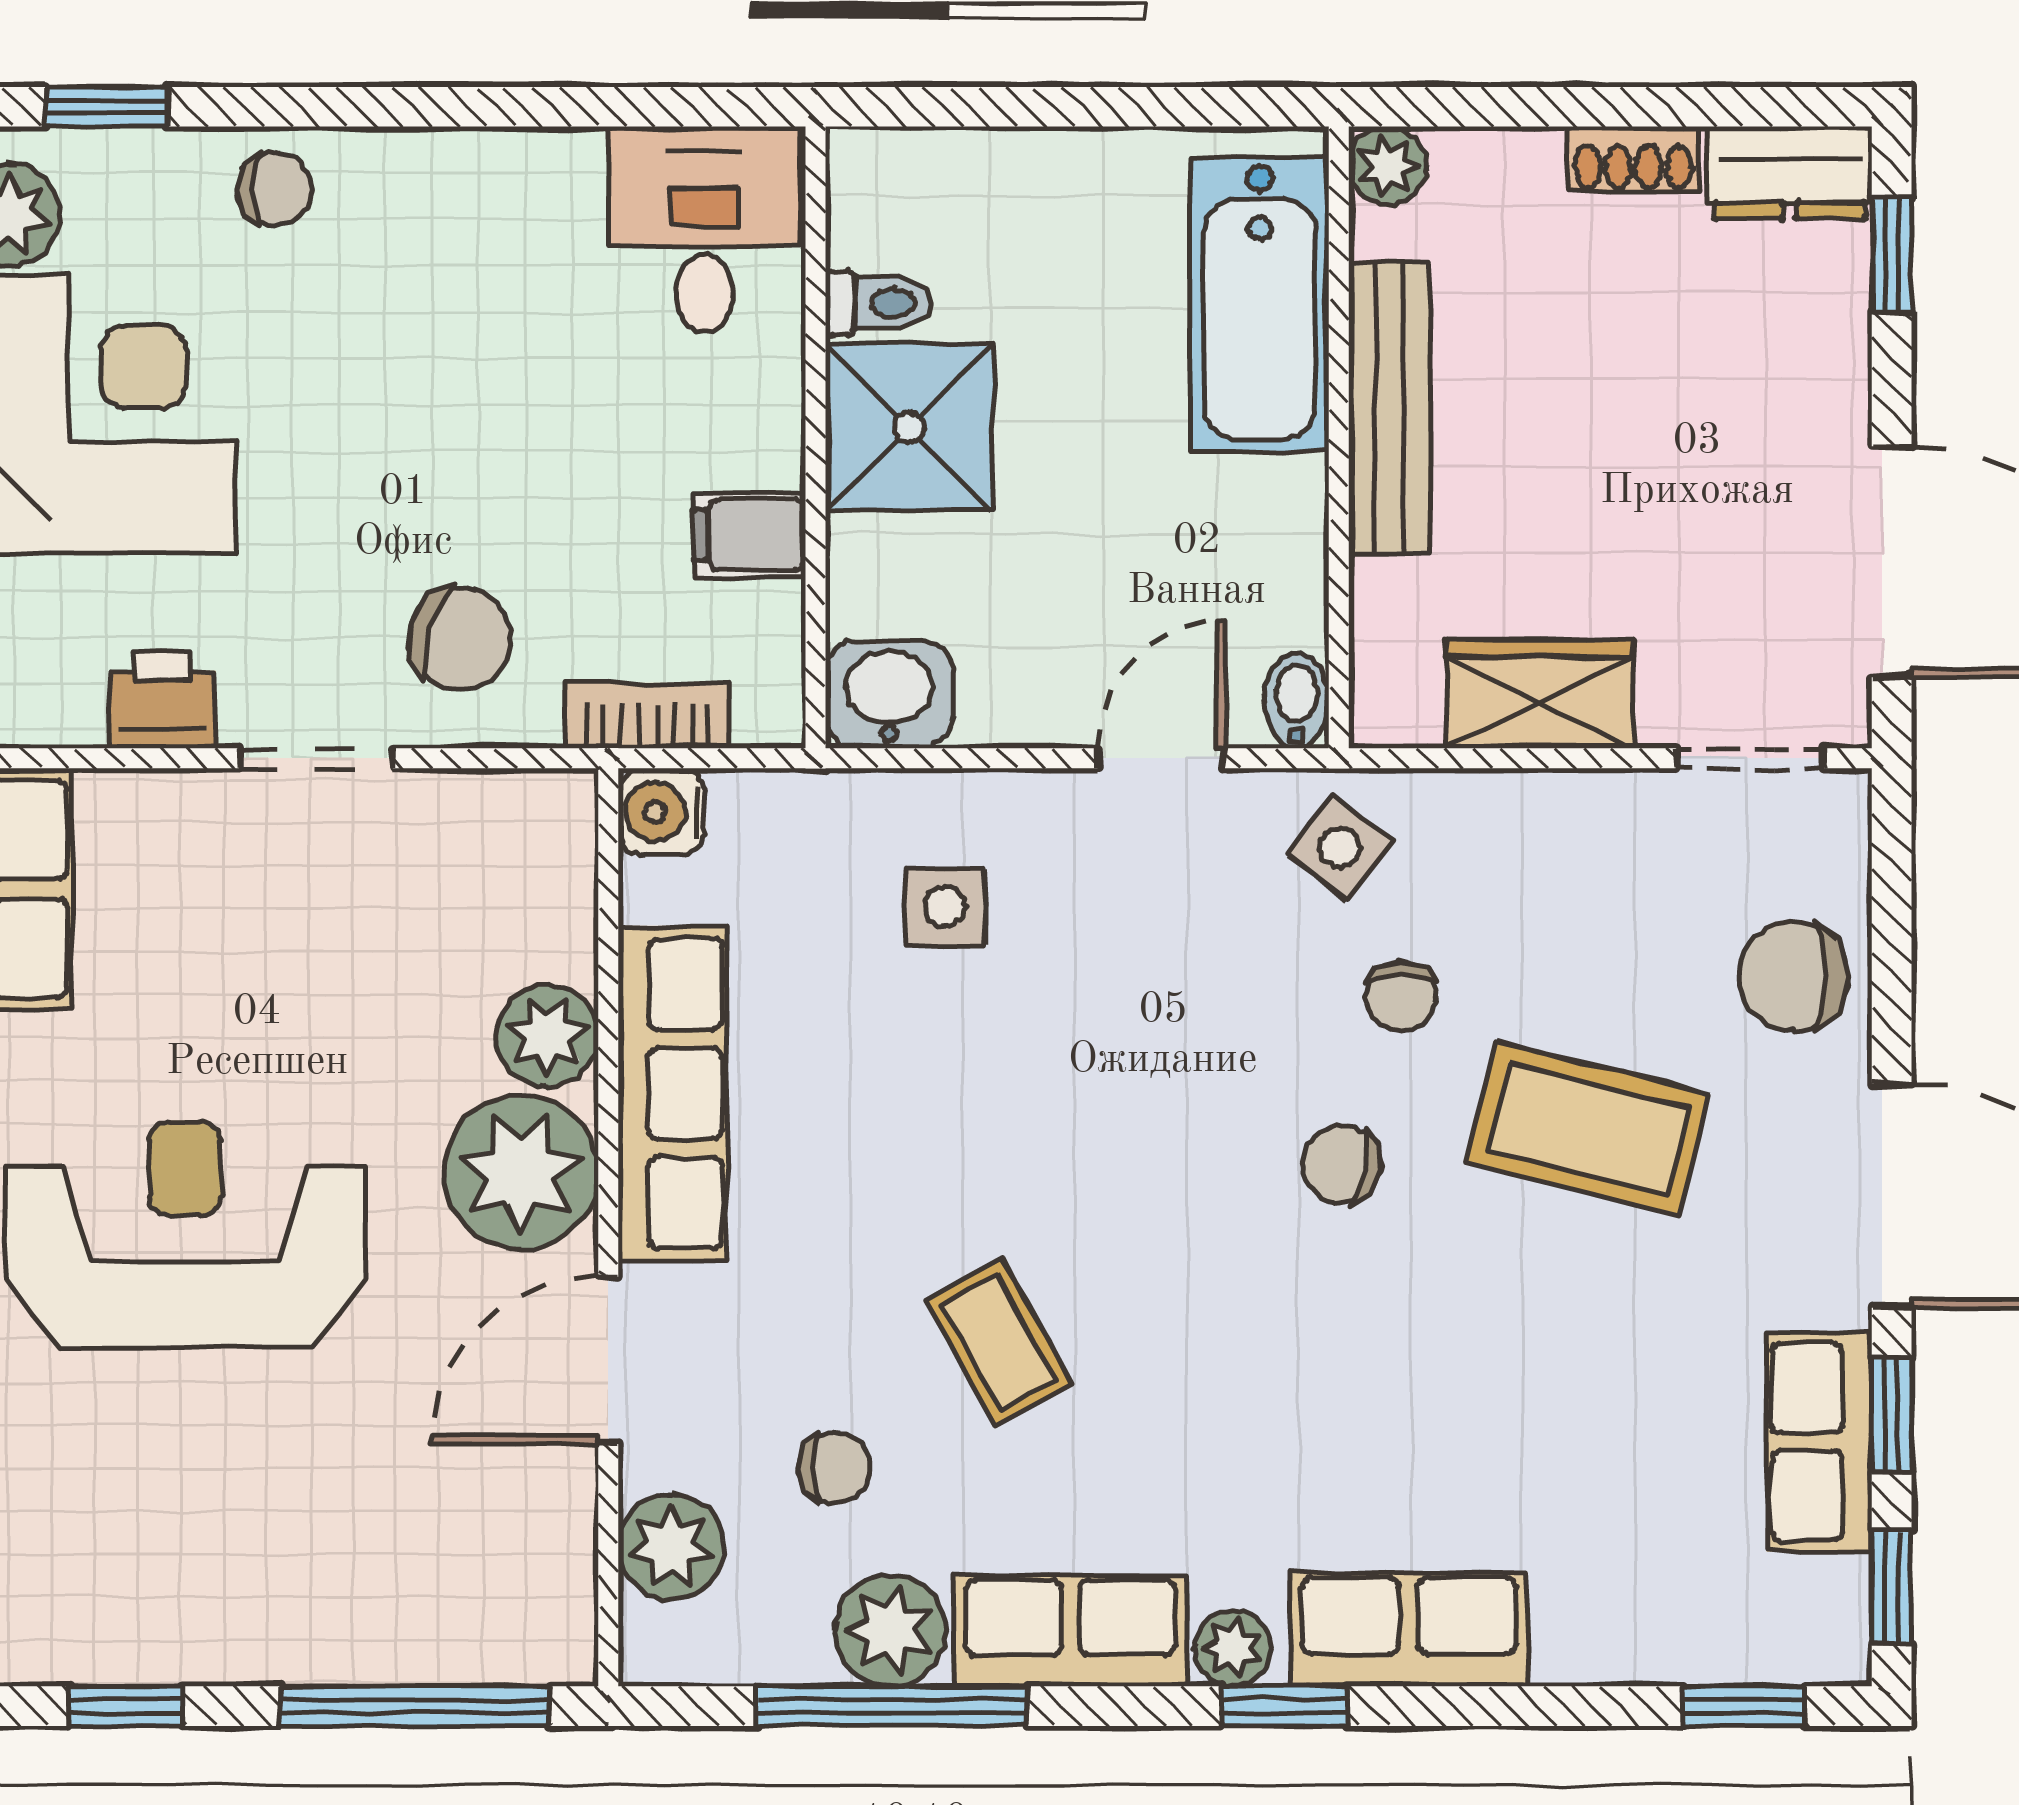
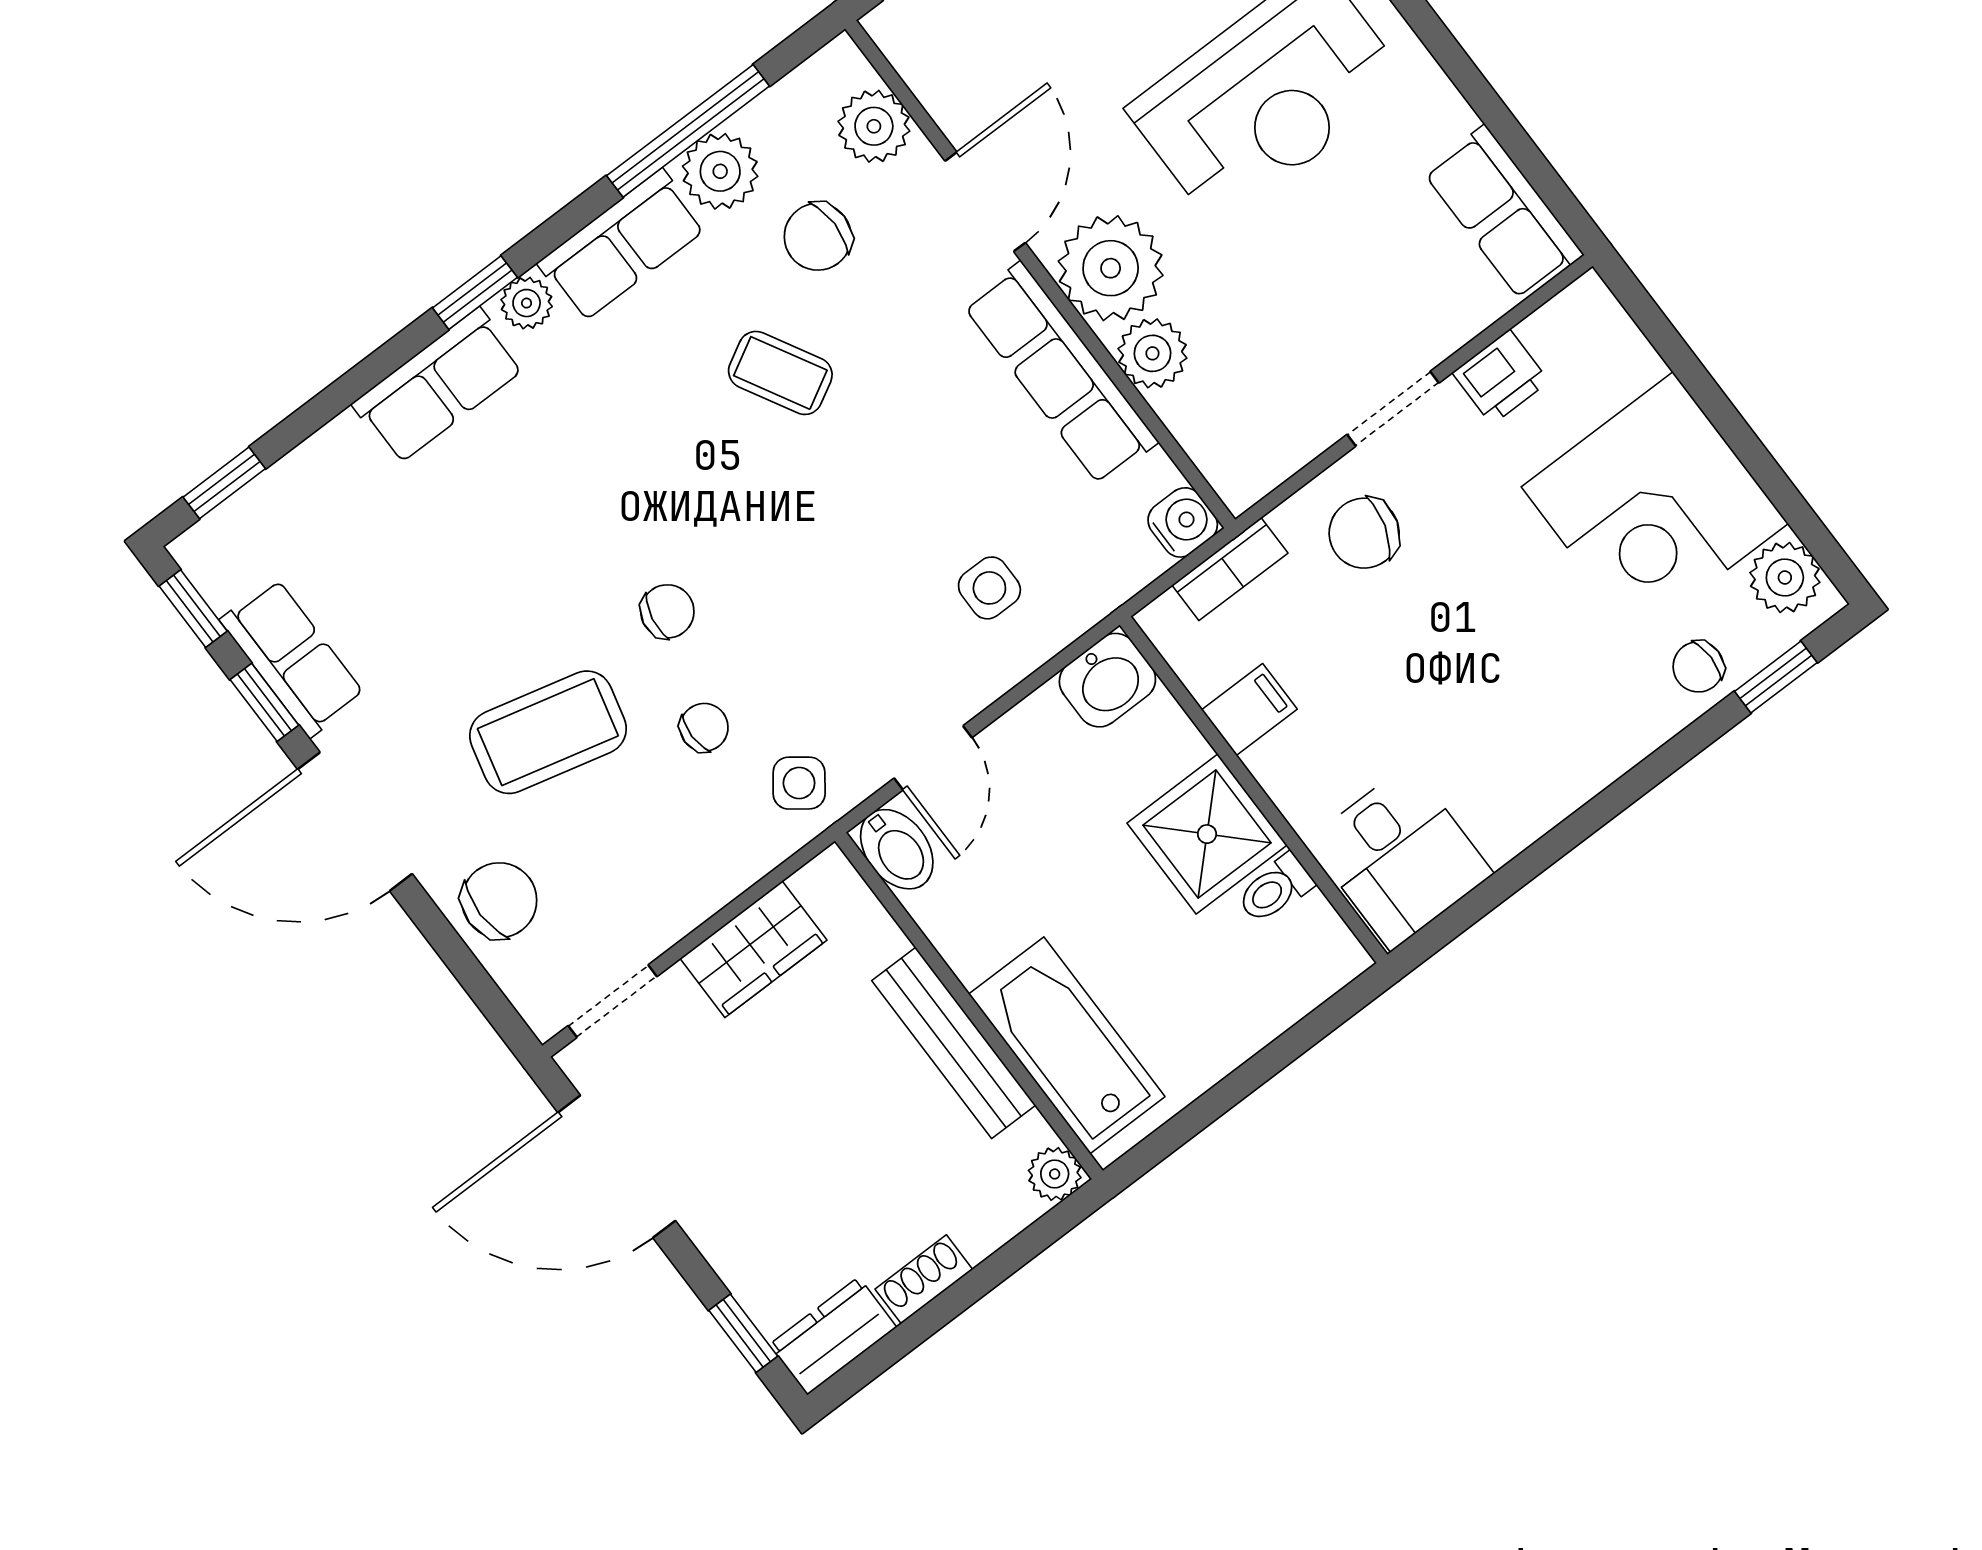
chair: (275, 189) -> (1698, 667), moved
bidet: (1297, 701) -> (897, 849), width x1.38, depth x1.36
chair: (1401, 996) -> (704, 727), turned 90
chair: (834, 1468) -> (818, 237), width x1.37, depth x1.37

